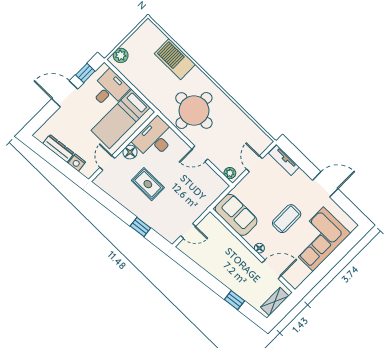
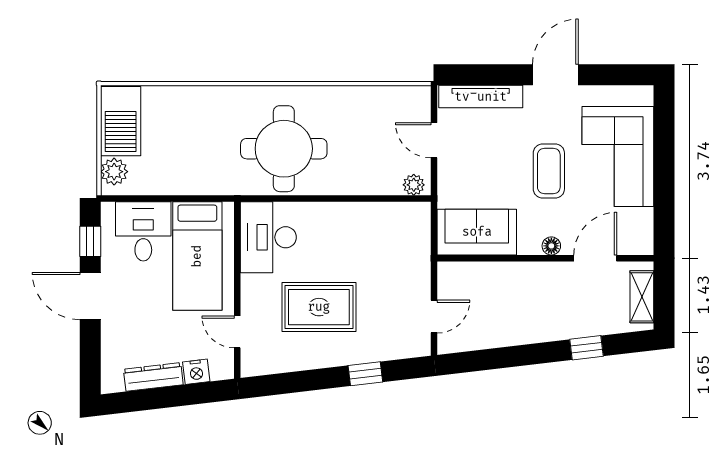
barbecue: (175, 59) -> (121, 121), moved, turned -90
door: (65, 94) -> (90, 296), hinge flipped
floor lamp: (130, 152) -> (253, 288), removed
door: (200, 154) -> (349, 199), removed
tv unit: (284, 160) -> (481, 97), width x1.41
rug: (148, 184) -> (319, 307), width x1.36, depth x1.43

